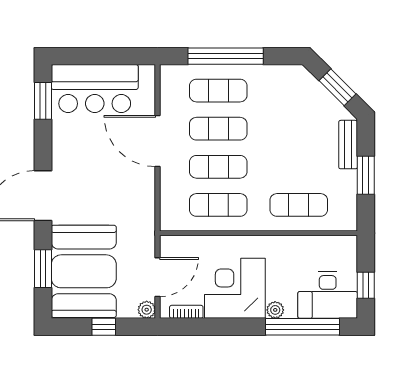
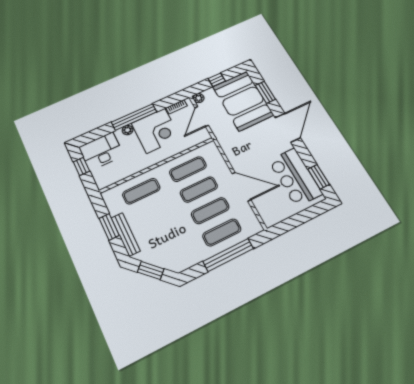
bar counter: (95, 89) -> (295, 177), moved, turned -90
bench: (348, 145) -> (126, 234), width x1.36
window: (303, 327) -> (134, 117), moved

